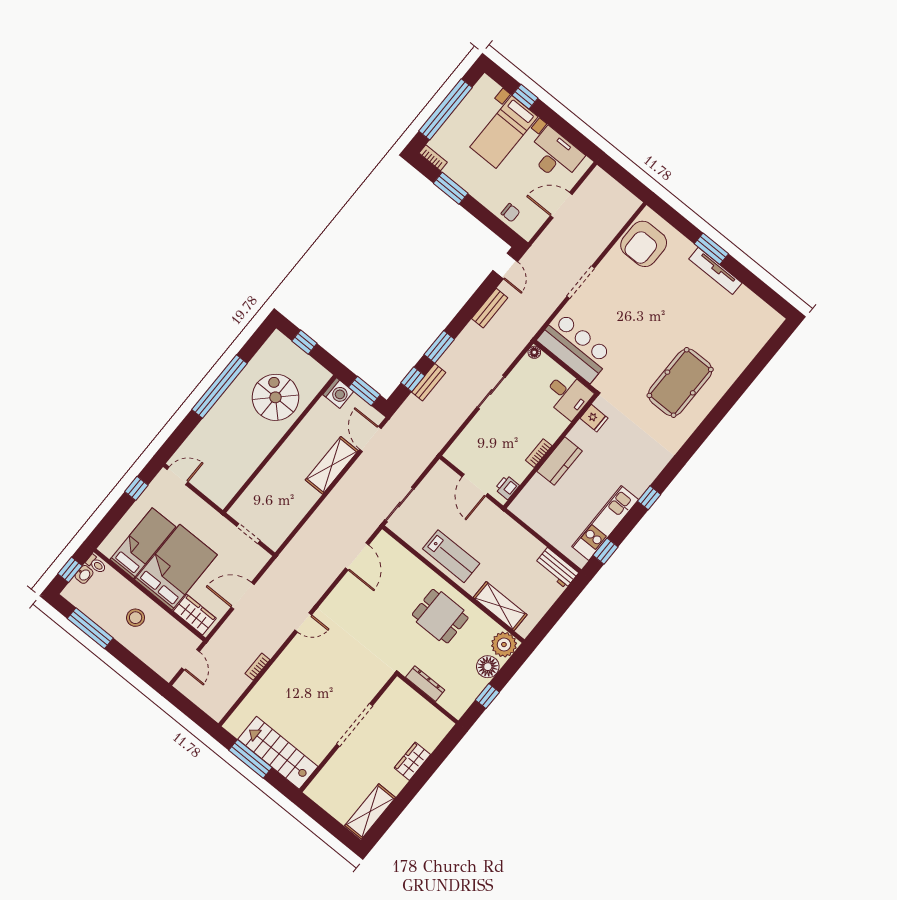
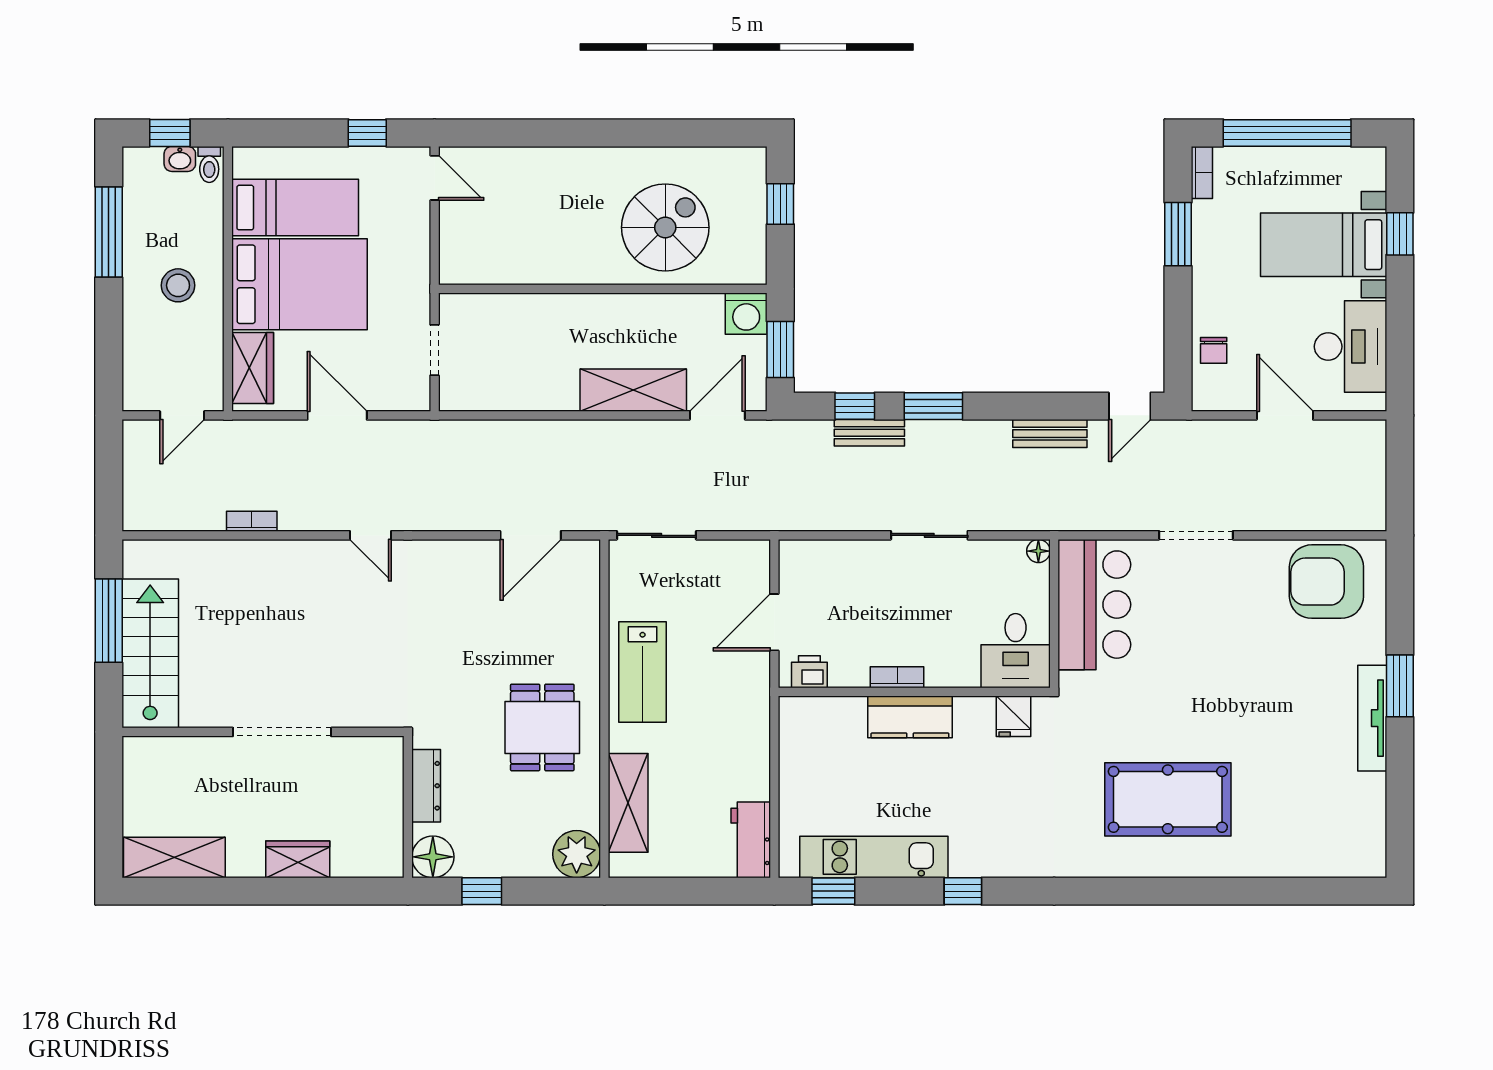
window: (219, 386) -> (615, 133), removed
floor lamp: (488, 667) -> (433, 857), moved

